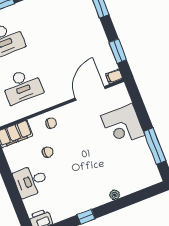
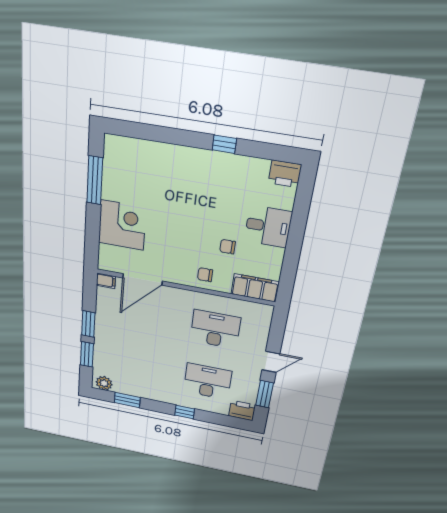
window: (118, 51) -> (88, 324), moved
plant: (115, 195) -> (173, 151), removed

